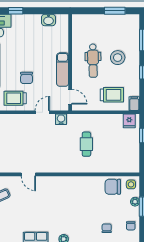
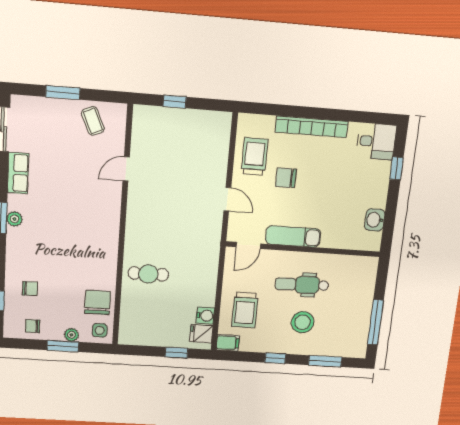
window: (115, 11) -> (375, 322), width x1.44
water cooler: (61, 119) -> (205, 316), moved
cafe table: (86, 144) -> (148, 274), moved

